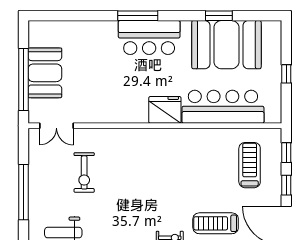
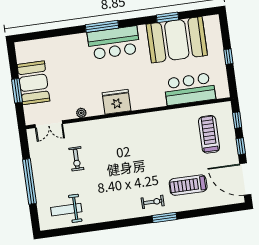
window: (23, 80) -> (17, 91), width x0.47
bar counter: (223, 107) -> (190, 89), width x0.73
fridge: (165, 110) -> (116, 102), moved
plant: (98, 117) -> (81, 113), added
exercise bike: (84, 172) -> (76, 159), width x0.73, depth x0.72

